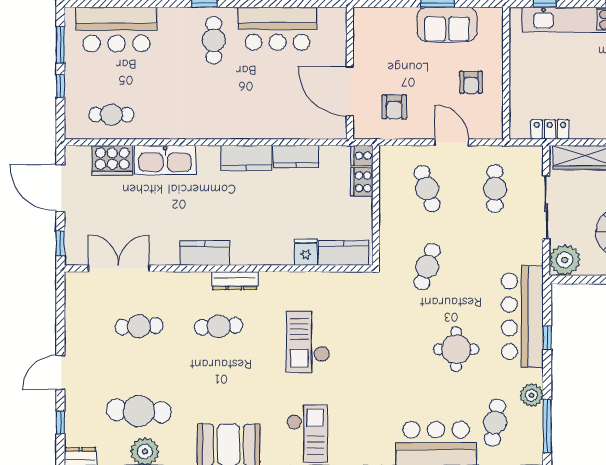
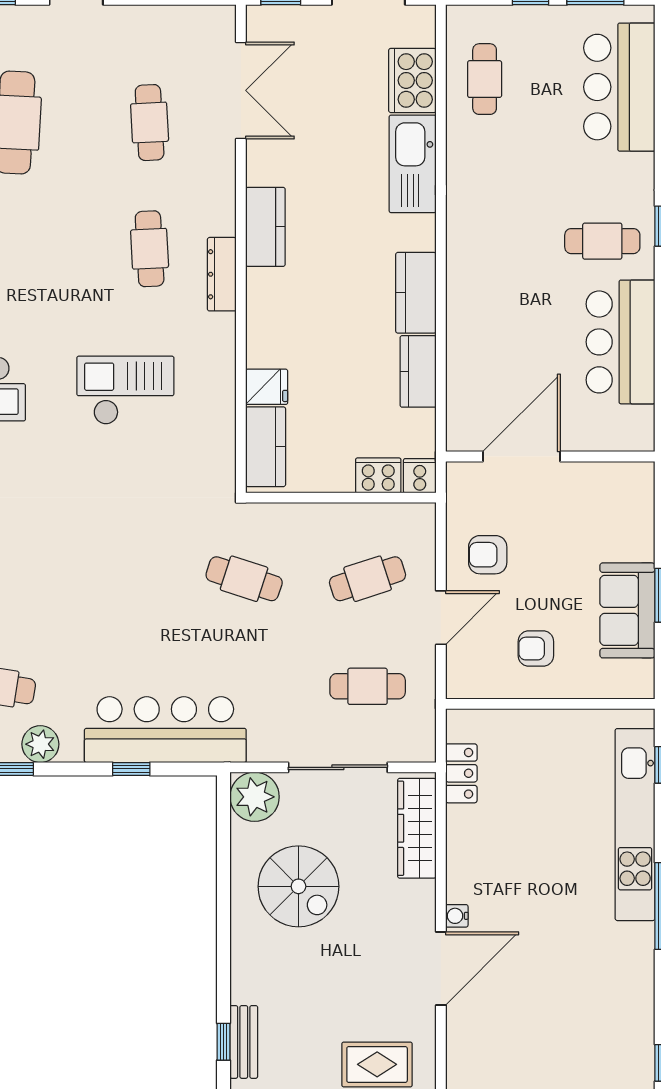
armchair: (394, 107) -> (488, 555), moved
round table: (456, 349) -> (113, 625), removed

